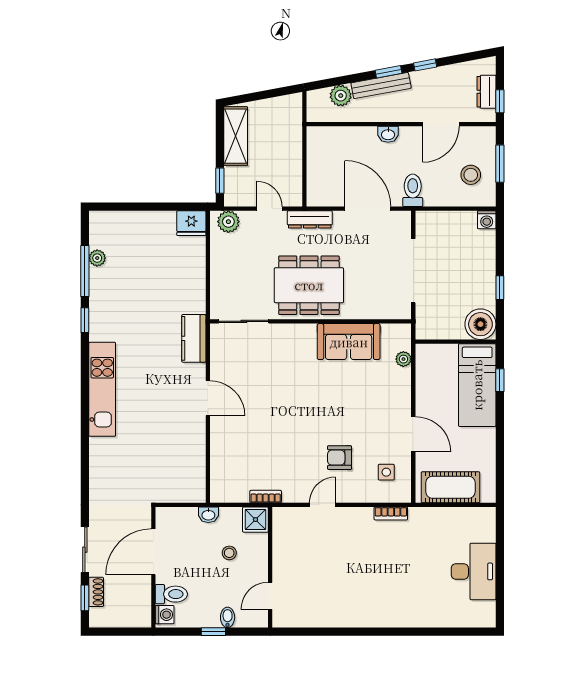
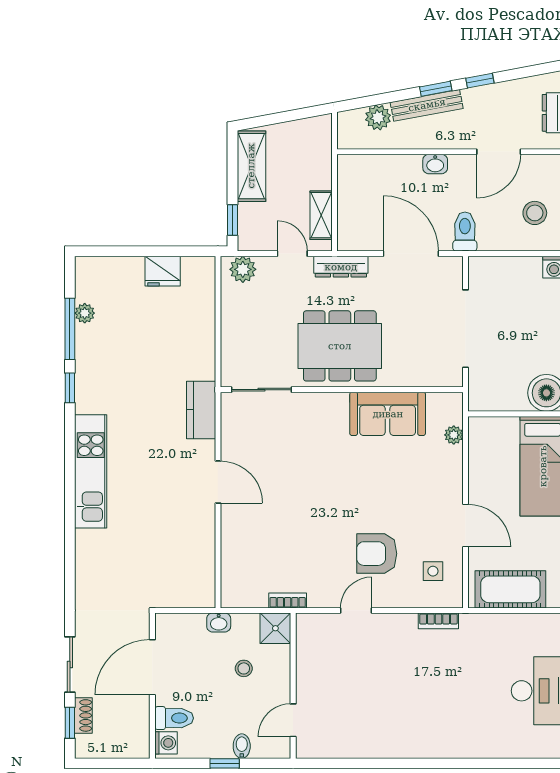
shelving: (293, 177) -> (321, 215), added
fridge: (191, 223) -> (163, 271), moved
armchair: (340, 458) -> (377, 554), width x1.38, depth x1.38

